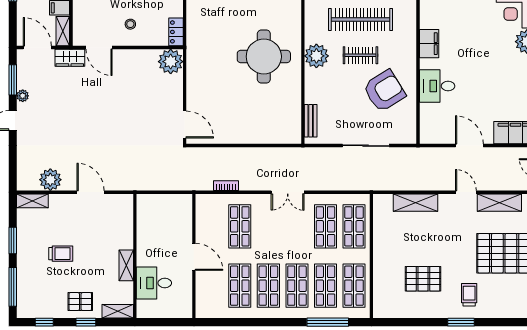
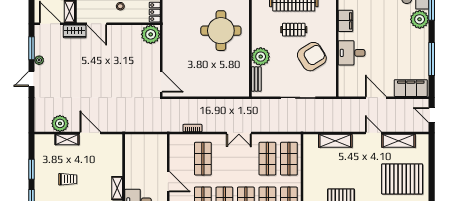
plant: (316, 56) -> (261, 57), moved
shelving: (32, 201) -> (67, 139), moved

